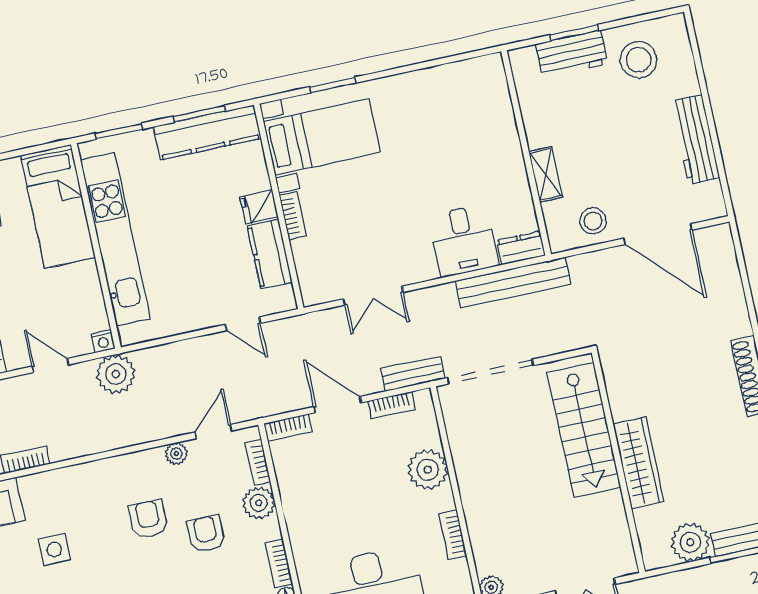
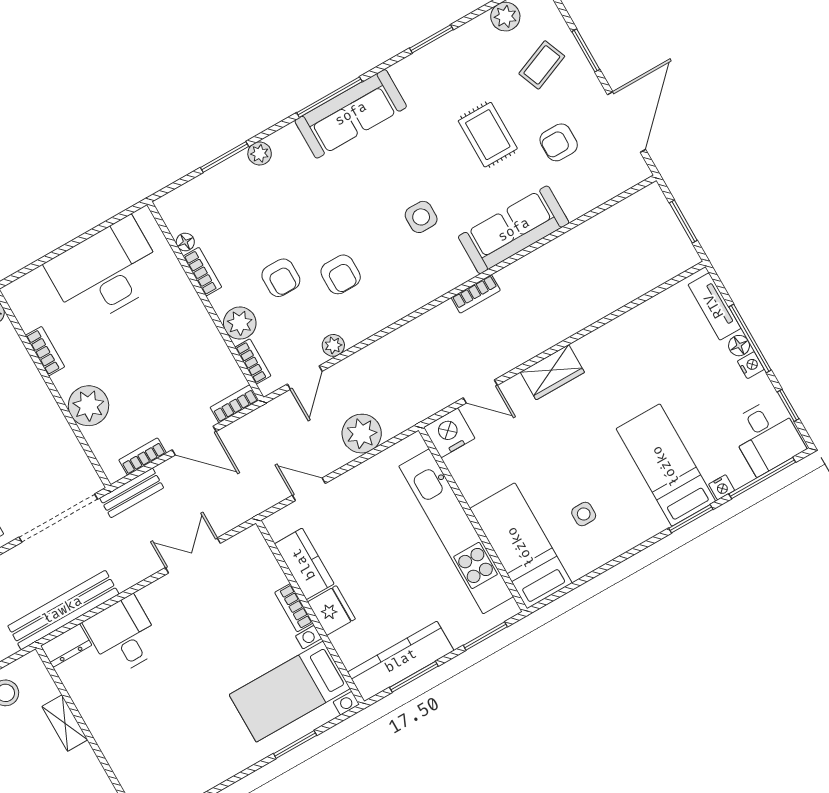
fridge: (259, 207) -> (331, 610), width x1.38
nightstand: (103, 341) -> (449, 433), width x1.89, depth x1.79
plant: (116, 374) -> (362, 434), moved

